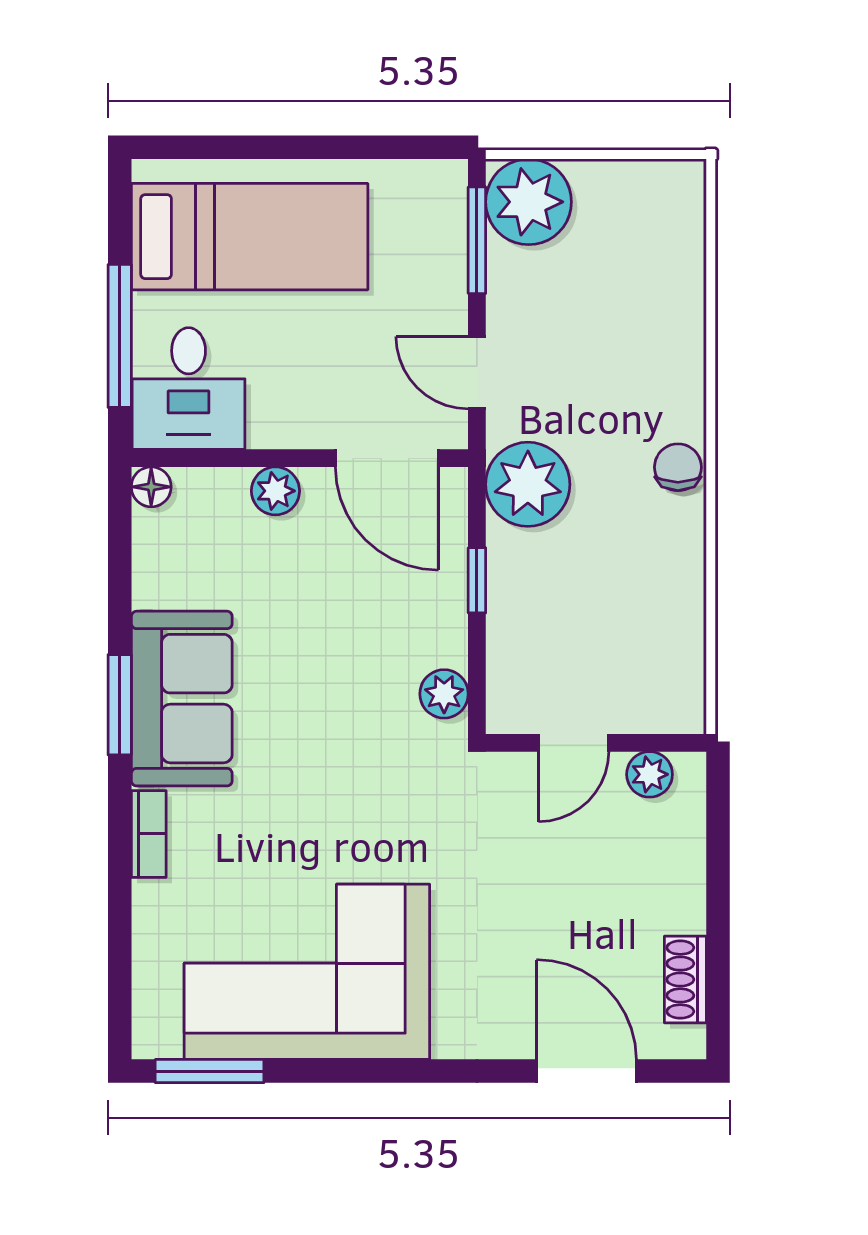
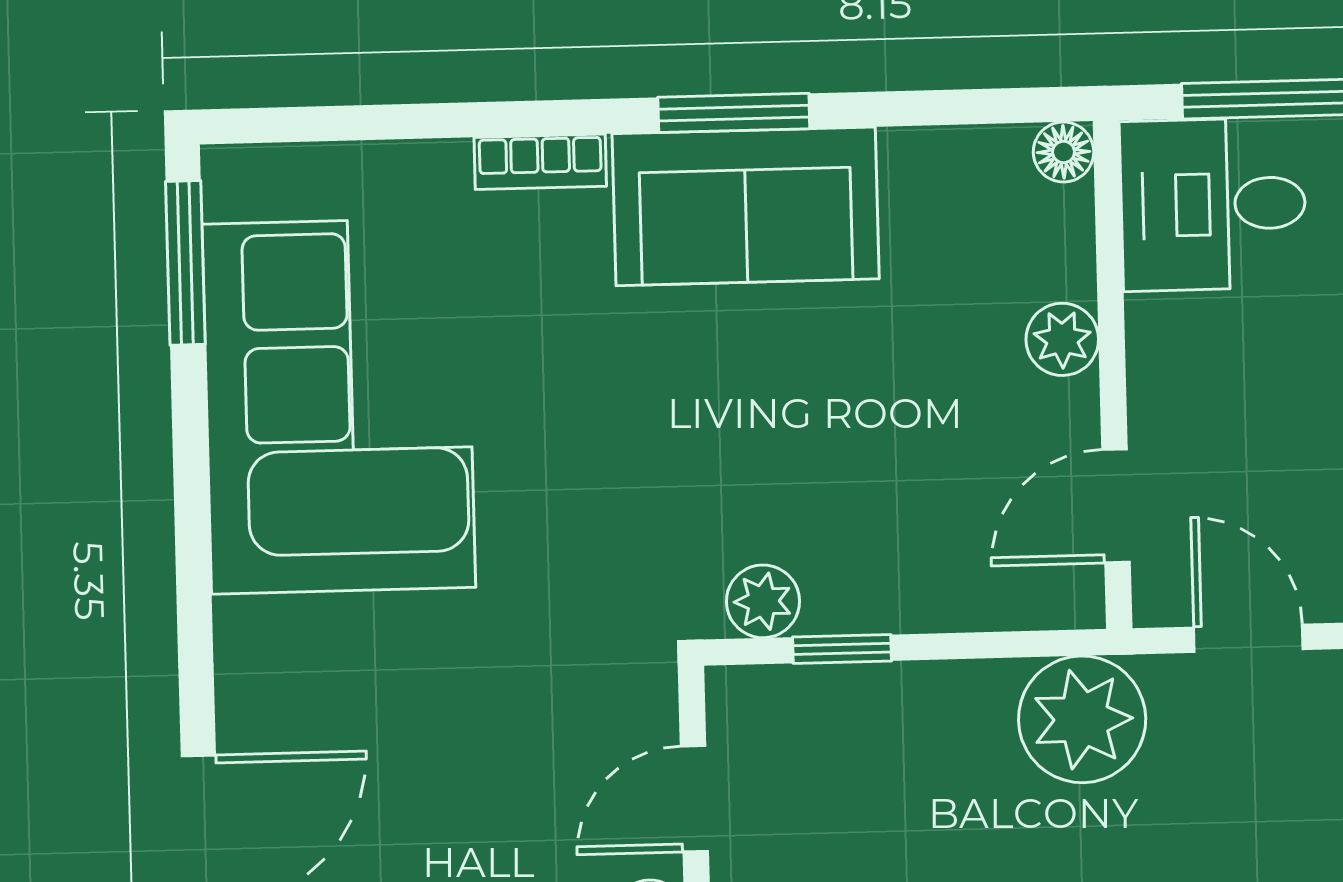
door: (477, 373) -> (1248, 638), hinge flipped
door: (387, 458) -> (1116, 506), width x0.73
window: (477, 580) -> (842, 649), moved
door: (574, 743) -> (694, 799), hinge flipped

